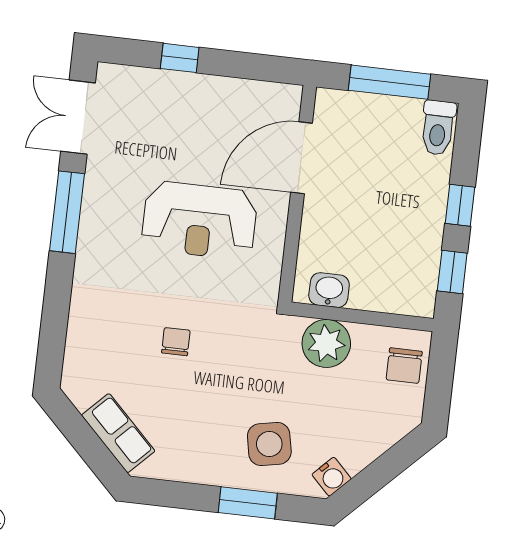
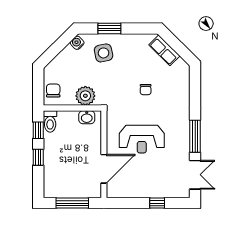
toilet: (438, 128) -> (50, 121), moved, turned 180
reception desk: (199, 220) -> (142, 139), turned 180

